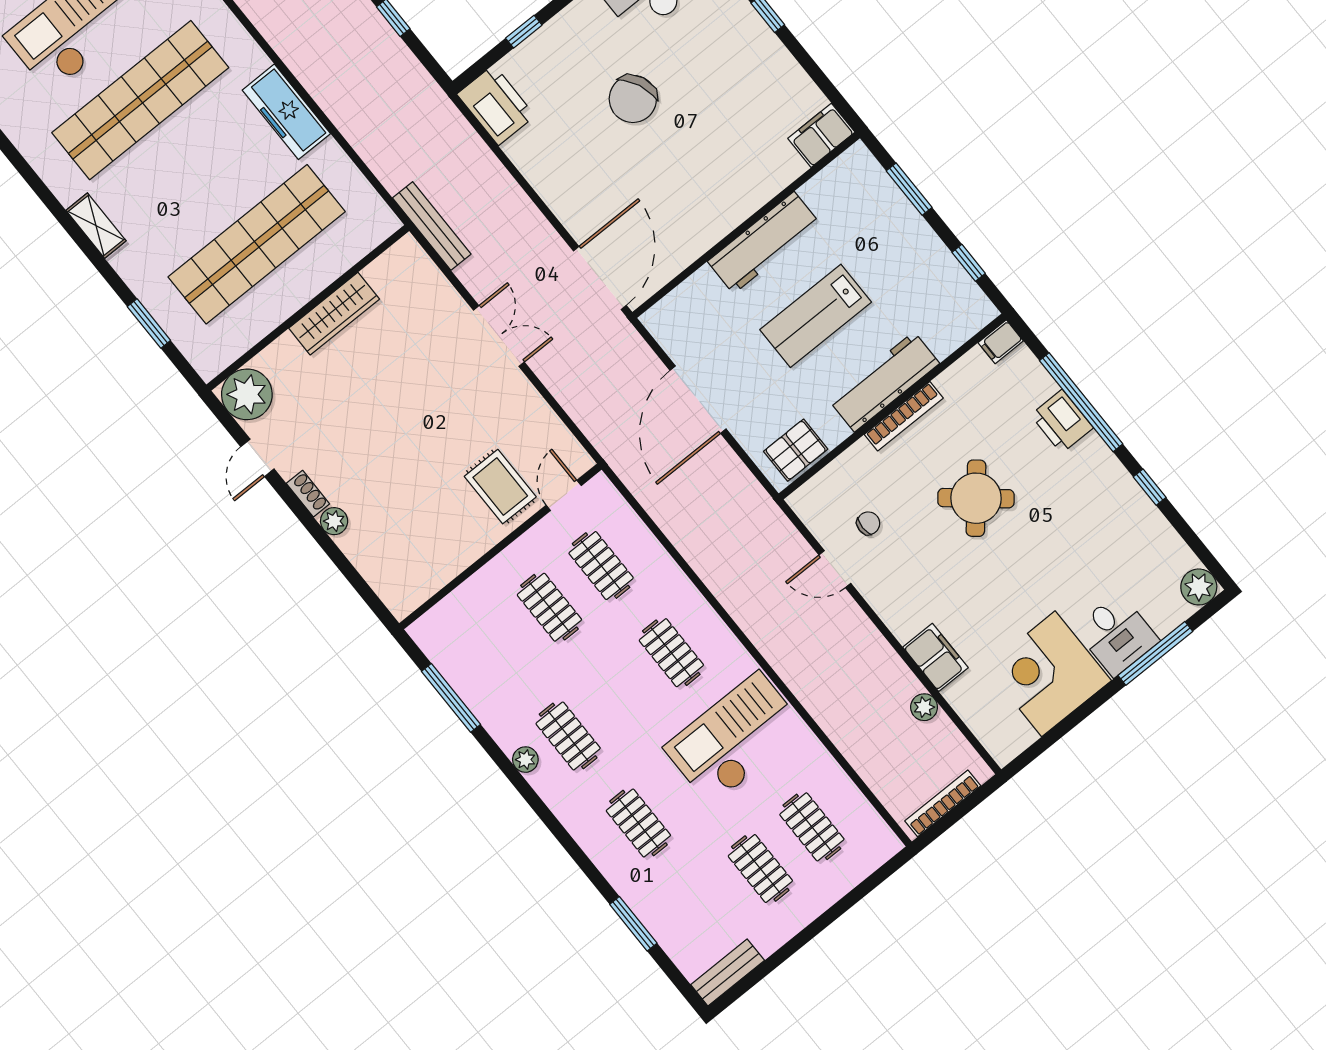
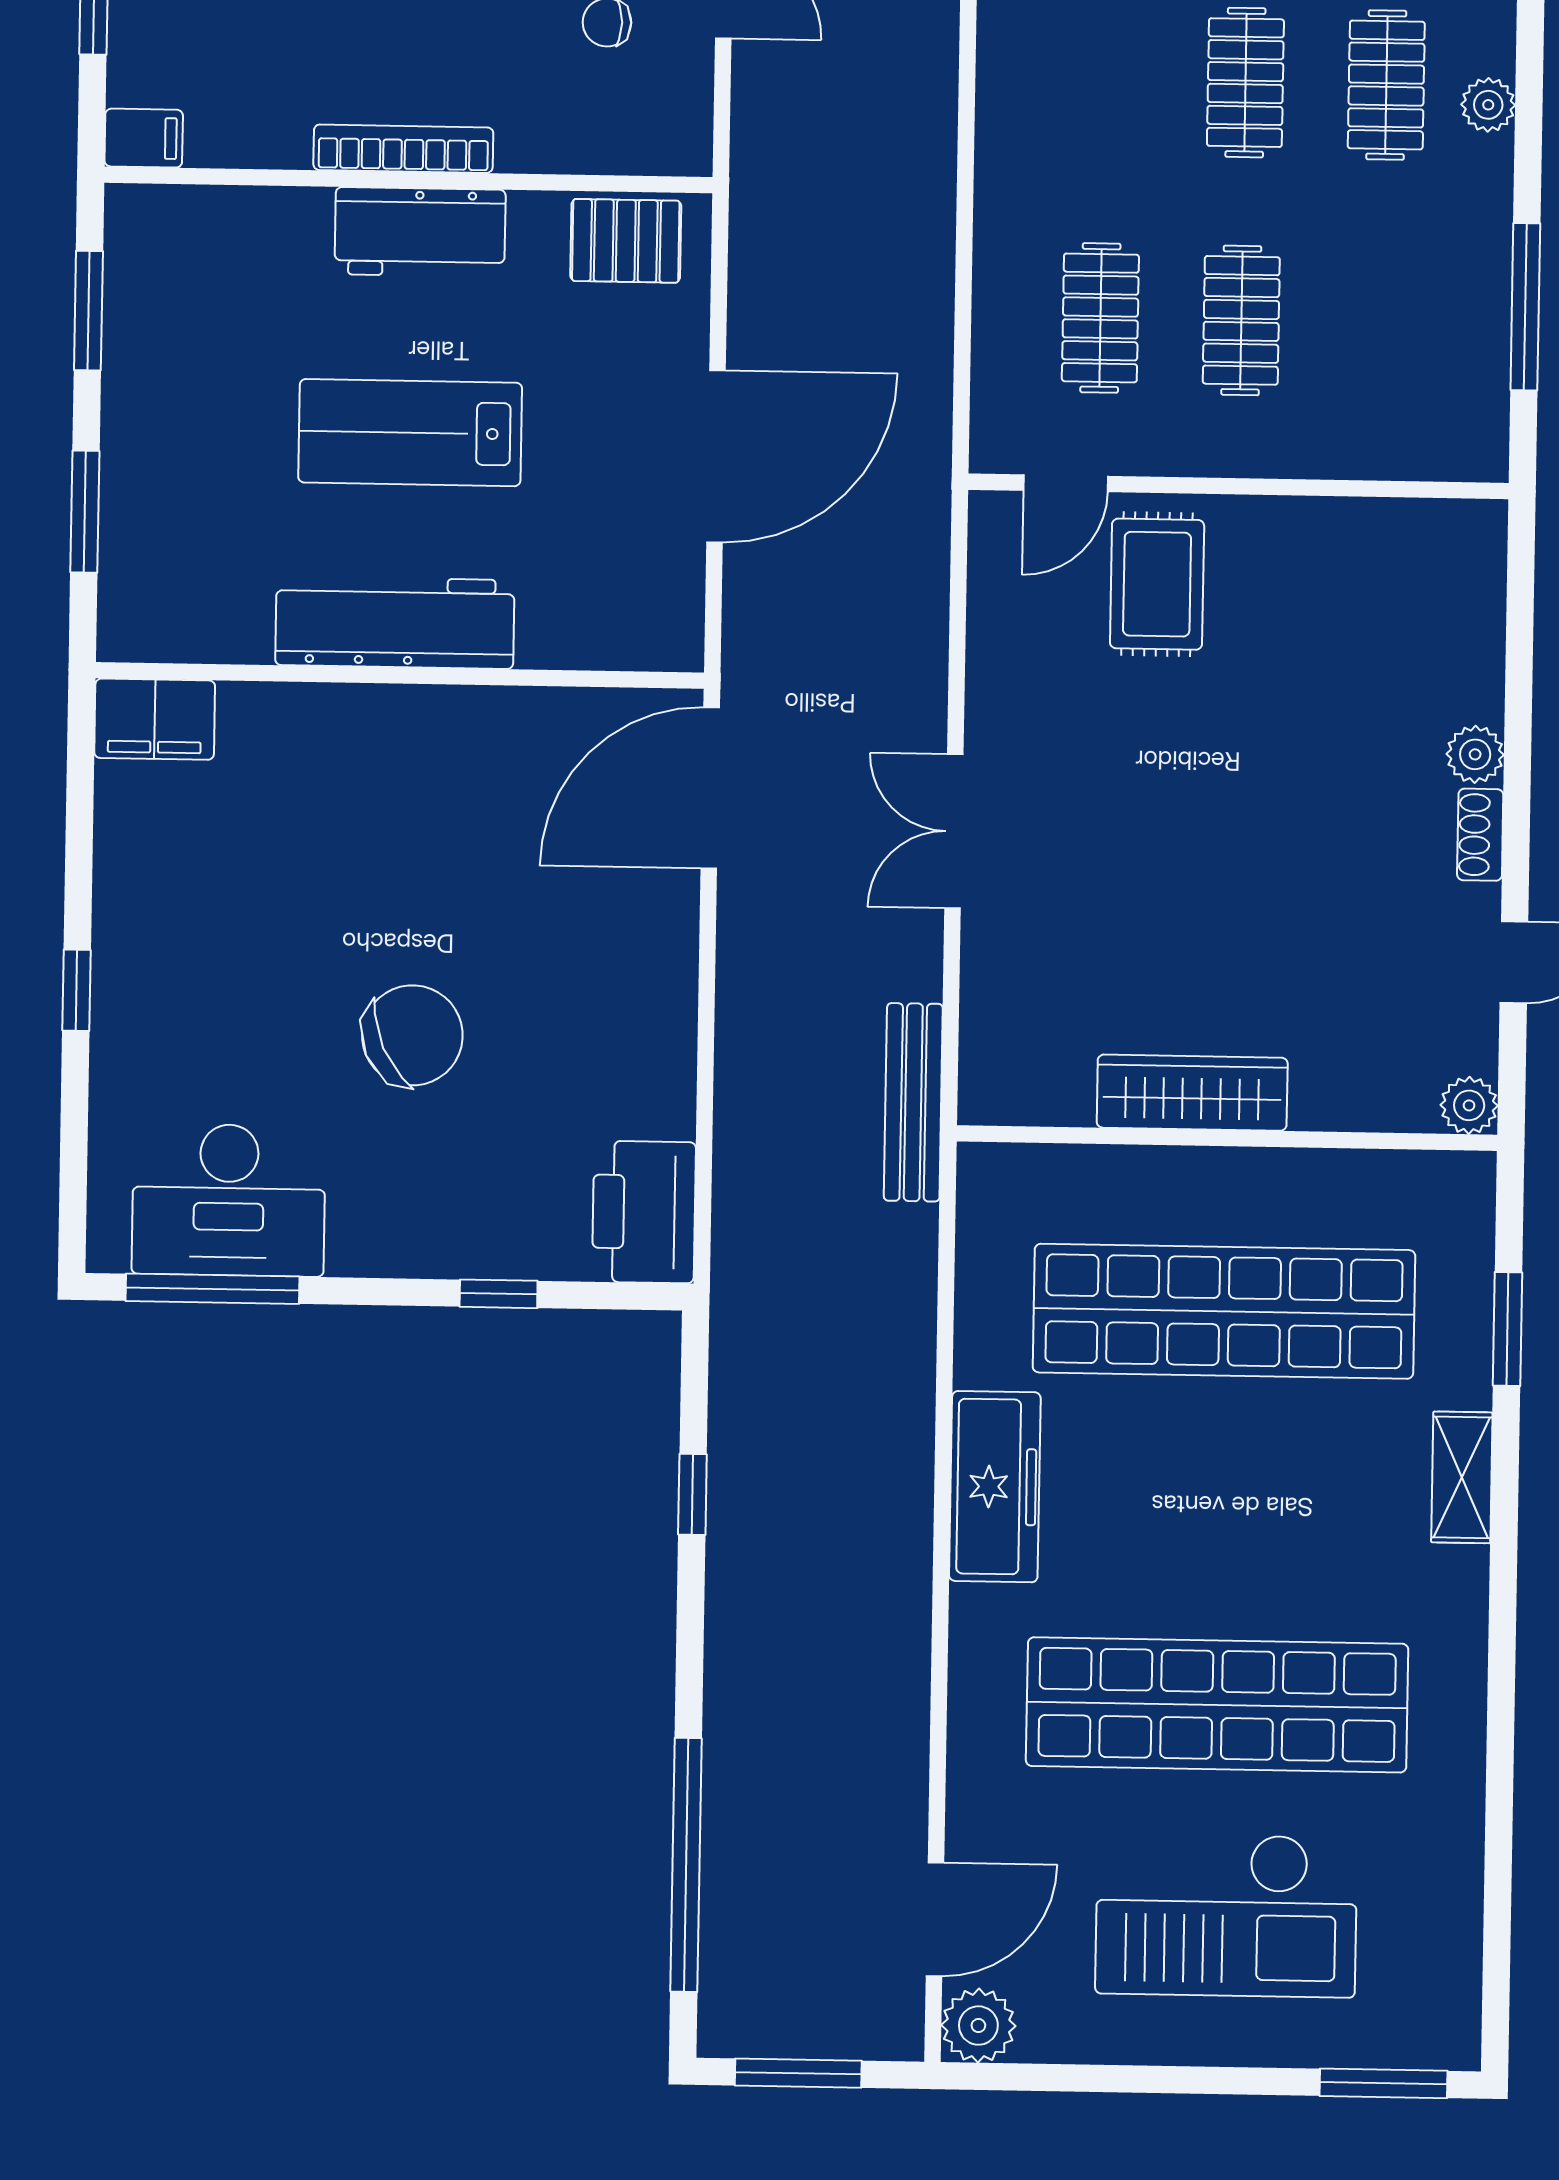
shelving: (96, 226) -> (1462, 1477), moved
window: (969, 263) -> (88, 311), width x1.50
lab bench: (816, 316) -> (410, 433), turned 180
workbench: (884, 382) -> (420, 232), width x0.73
plant: (247, 394) -> (1469, 1105), width x0.53, depth x0.53
clothes rail: (671, 653) -> (1245, 83), moved

